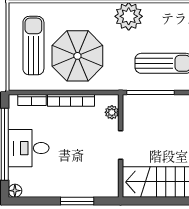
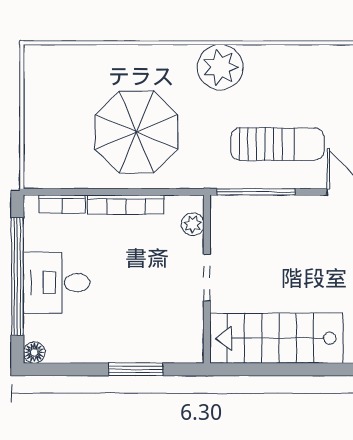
sun lounger: (33, 46) -> (64, 115), removed

